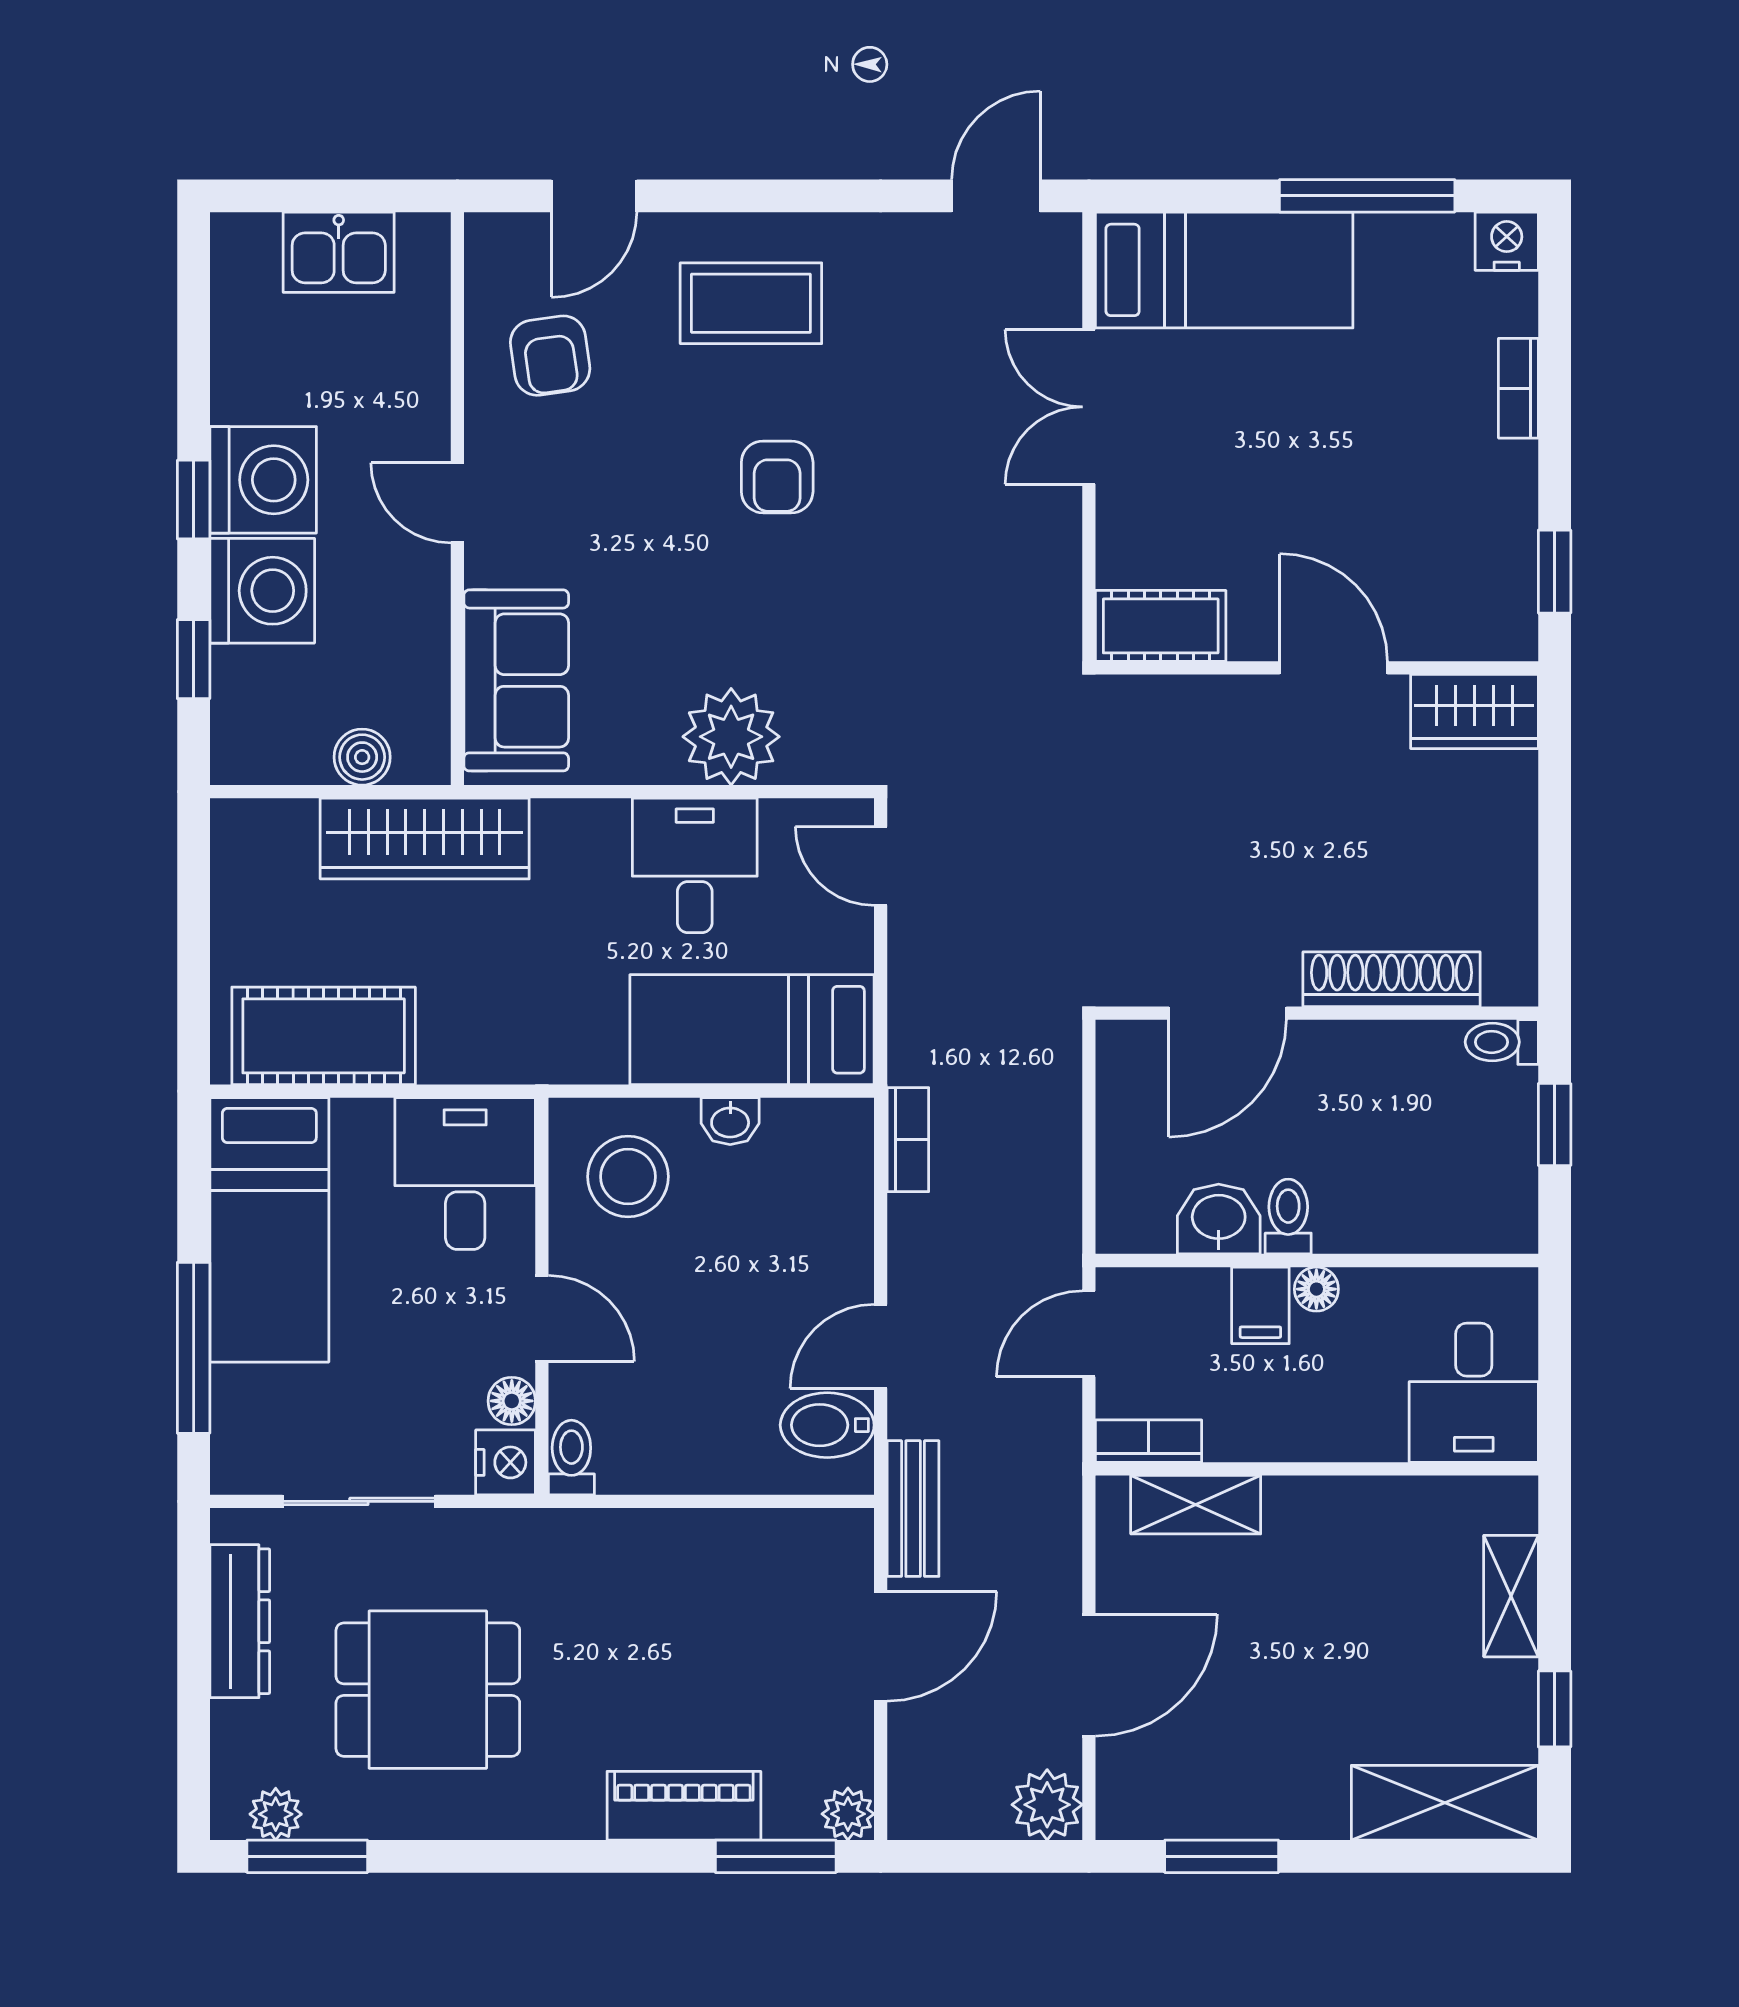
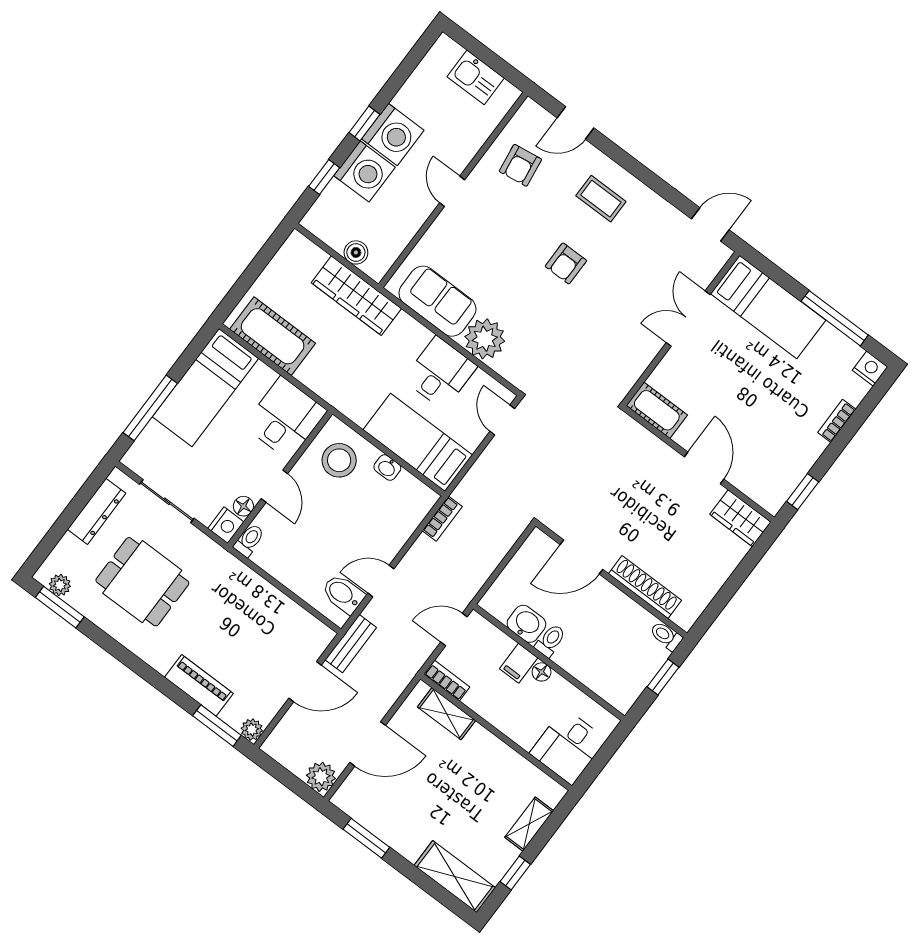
coffee table: (751, 303) -> (601, 199), width x0.73, depth x0.77
sofa: (516, 680) -> (437, 301), moved, turned -90

